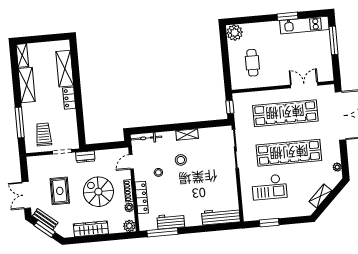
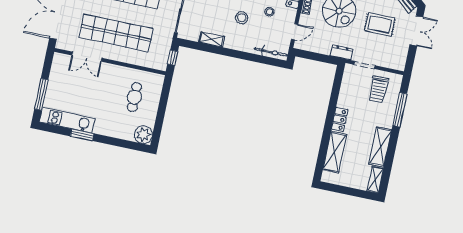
shelving: (187, 134) -> (212, 39), moved
rug: (60, 191) -> (380, 24), turned 90

